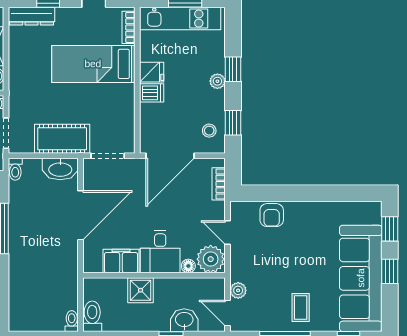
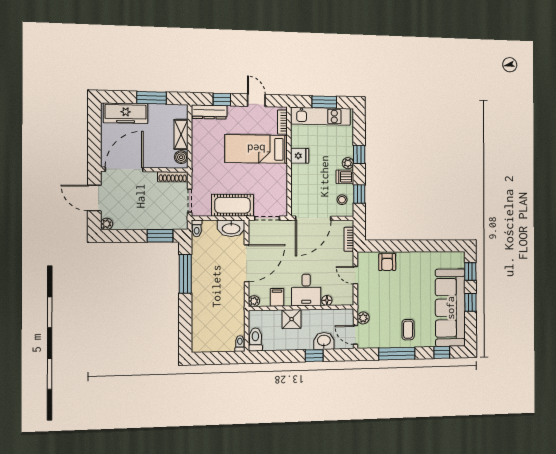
dishwasher: (152, 93) -> (345, 177), moved, turned 180
plant: (211, 259) -> (254, 301), moved, width x0.53, depth x0.53
filing cabinet: (121, 261) -> (277, 297), width x0.50

